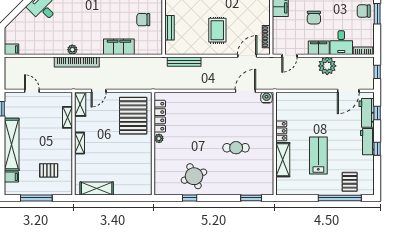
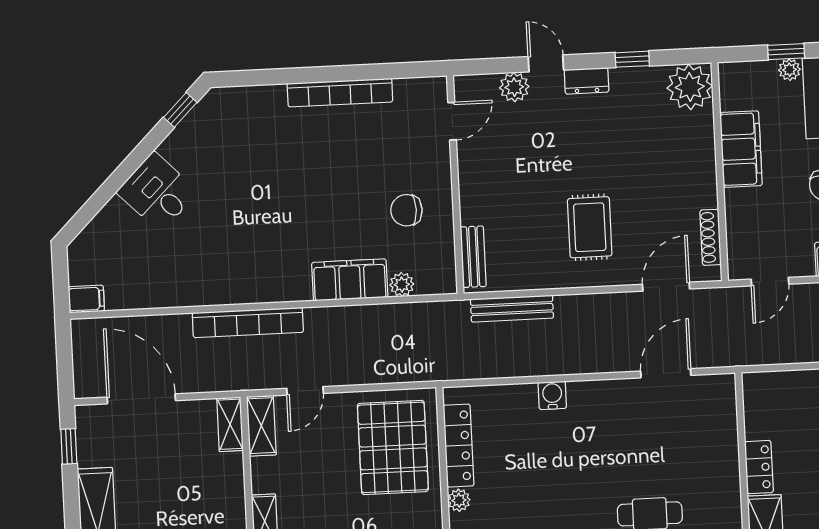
bench: (169, 28) -> (473, 257), moved
plant: (72, 50) -> (402, 285), moved
door: (32, 91) -> (141, 399), width x1.88
water cooler: (267, 98) -> (552, 395), moved
shelving: (67, 117) -> (230, 424), moved

